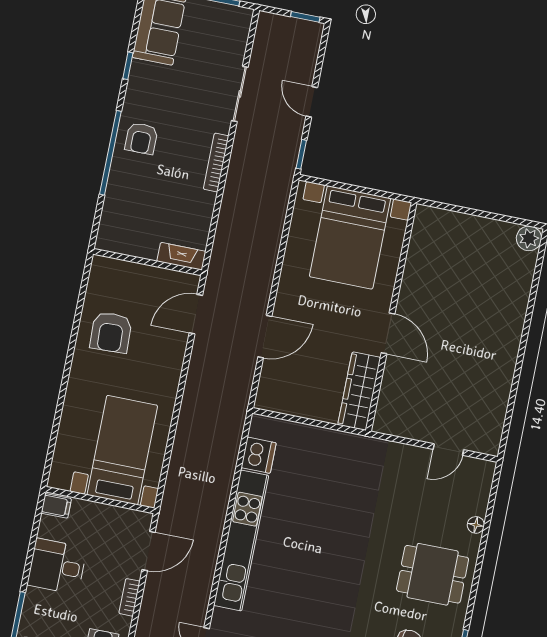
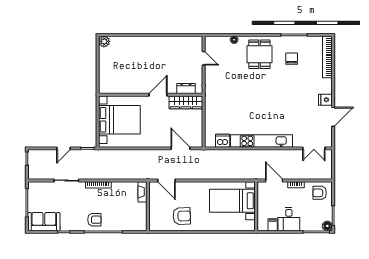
door: (265, 337) -> (180, 148), moved
dresser: (389, 397) -> (186, 89), added
filing cabinet: (56, 506) -> (273, 225), moved

